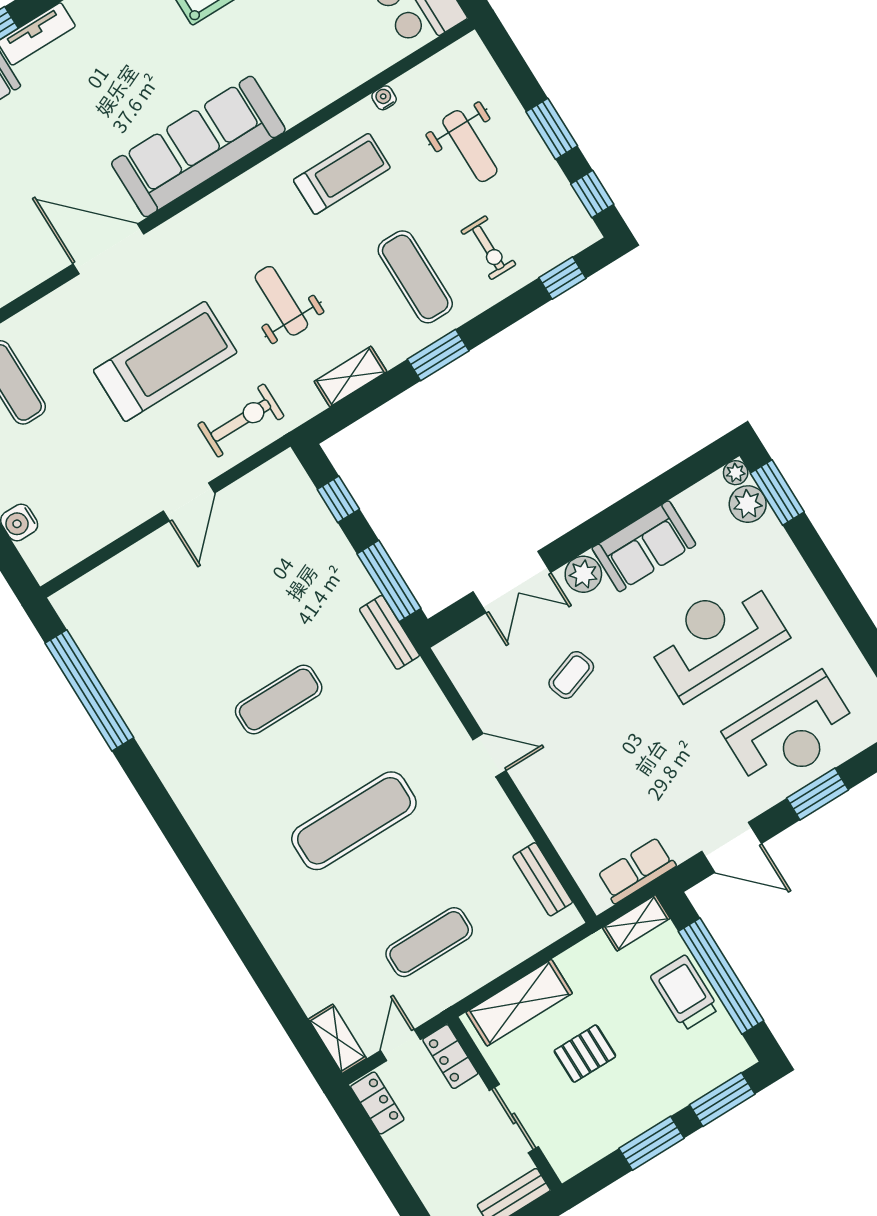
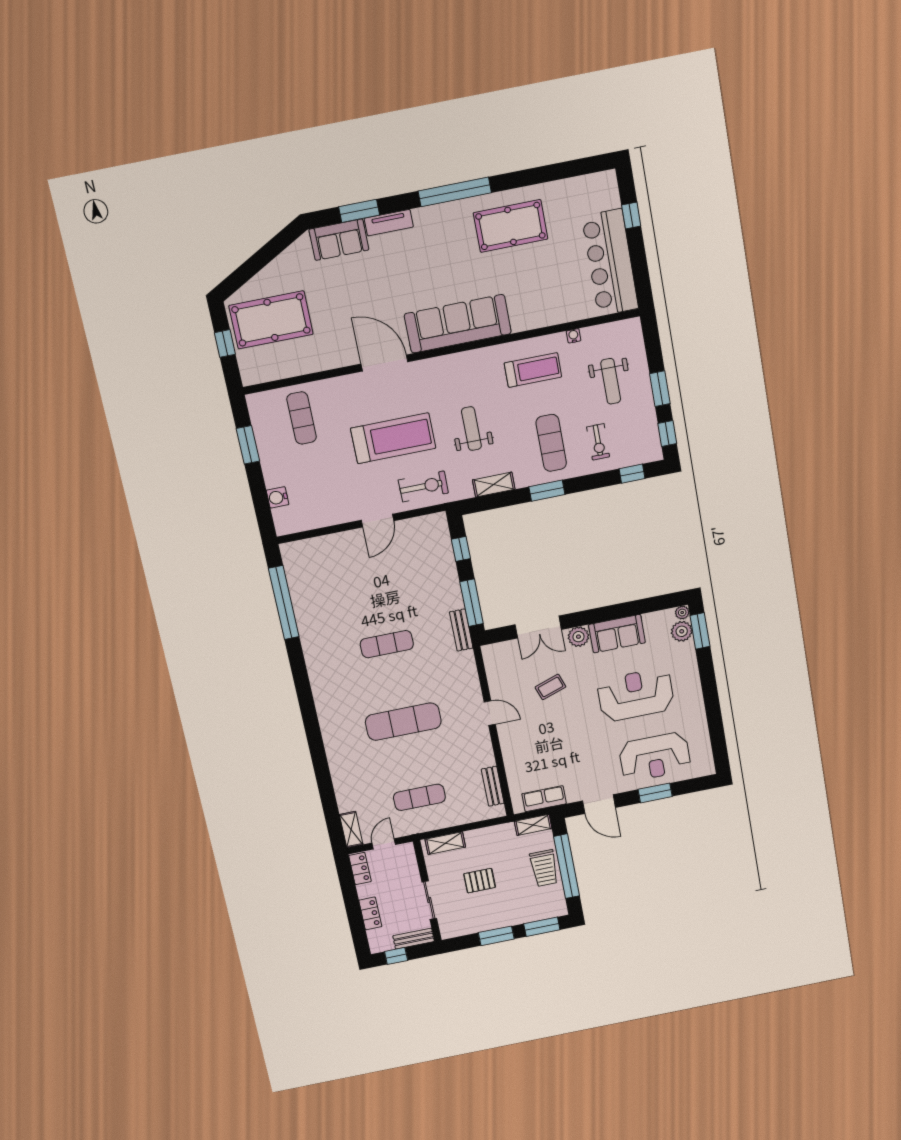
trolley: (685, 993) -> (544, 868), turned 180
shelving: (519, 1003) -> (445, 843), width x0.67, depth x0.75
locker: (450, 1057) -> (370, 913), moved, turned 180

